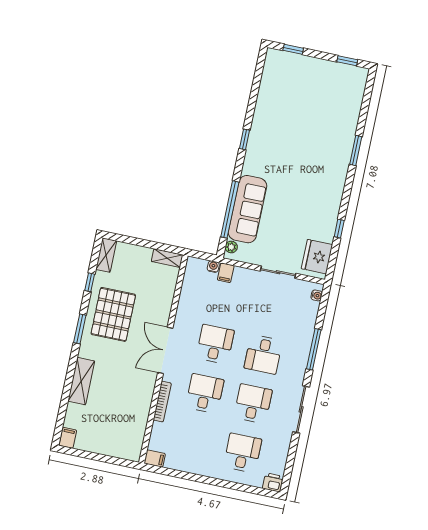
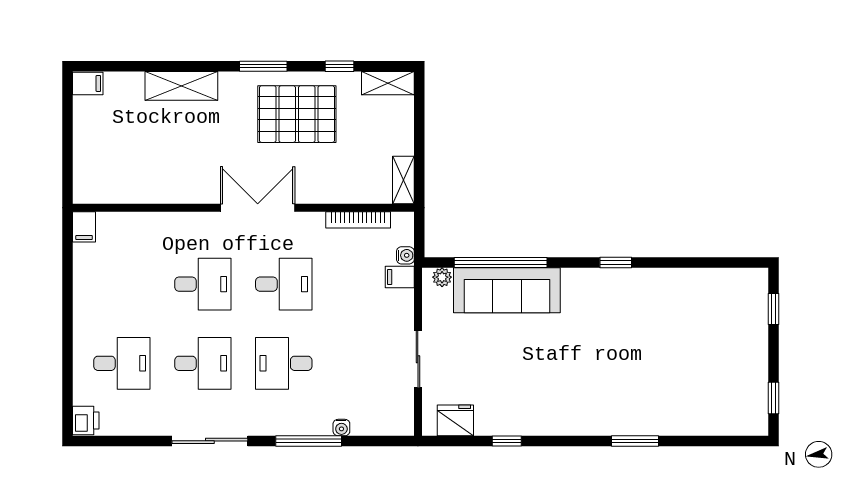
fridge: (317, 257) -> (455, 420), width x0.73, depth x0.75
water cooler: (317, 295) -> (341, 428), moved
bookcase: (162, 402) -> (358, 220), moved

